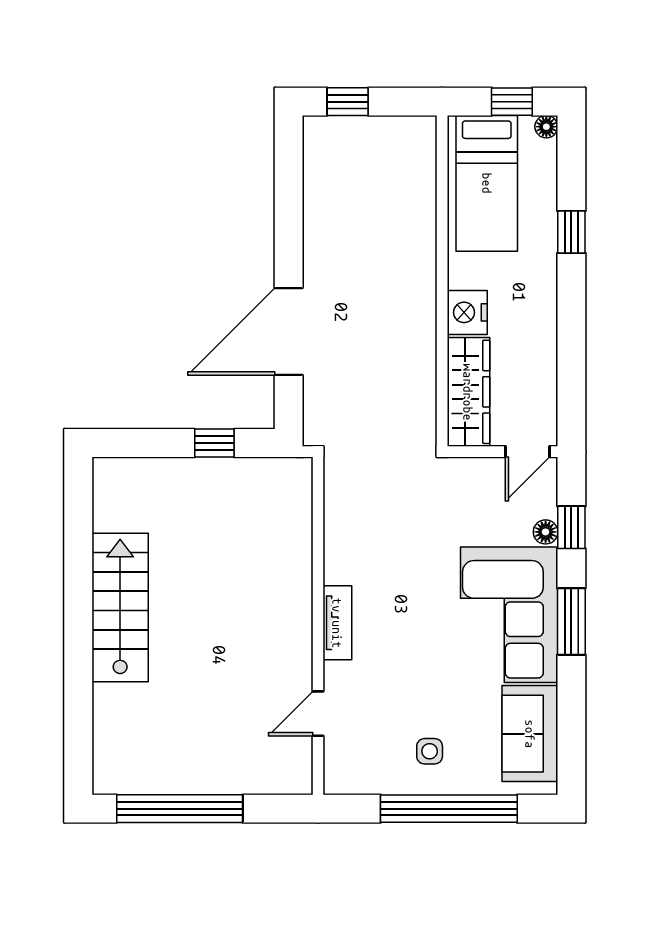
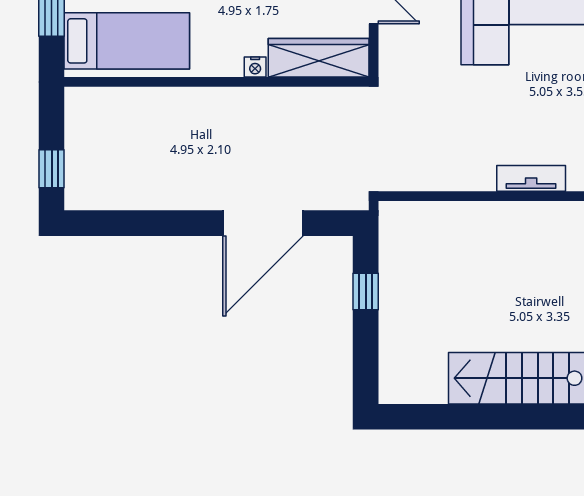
nightstand: (467, 312) -> (255, 67), width x0.53, depth x0.56
door: (289, 331) -> (263, 223), hinge flipped

